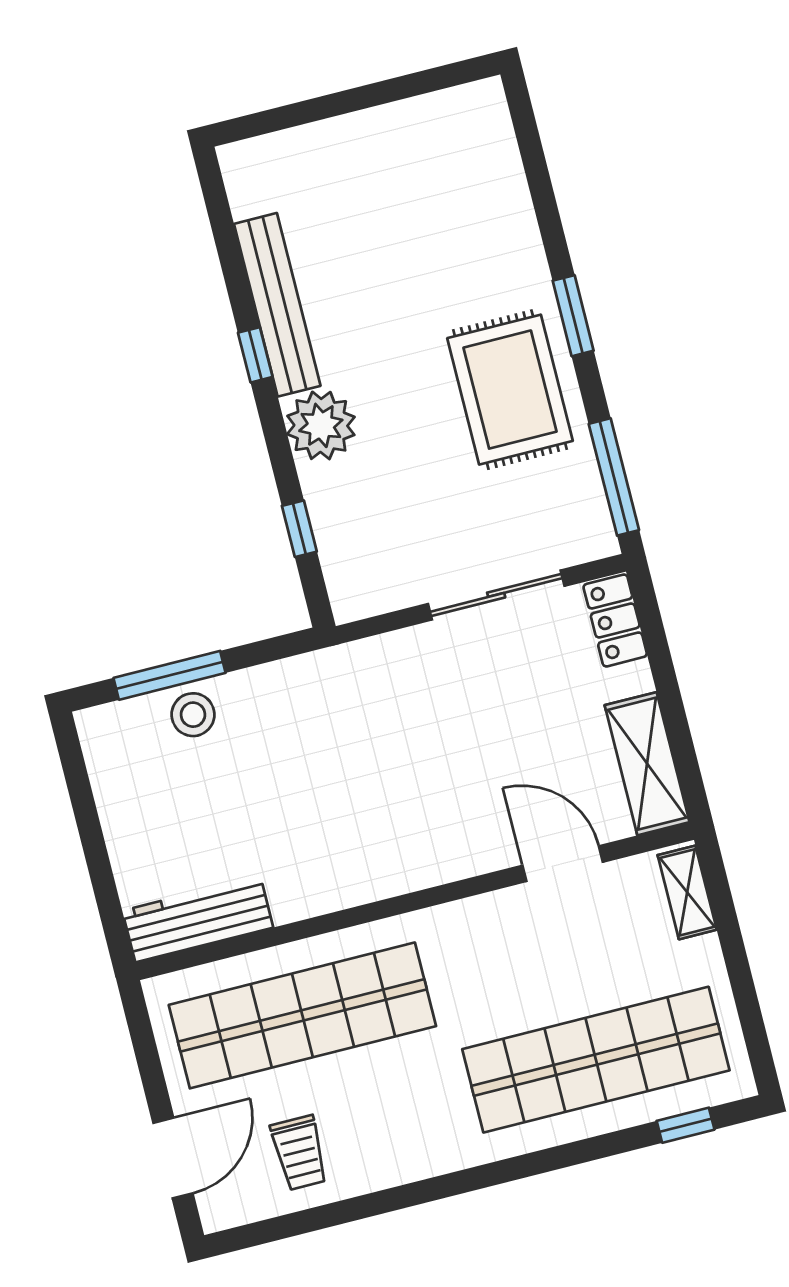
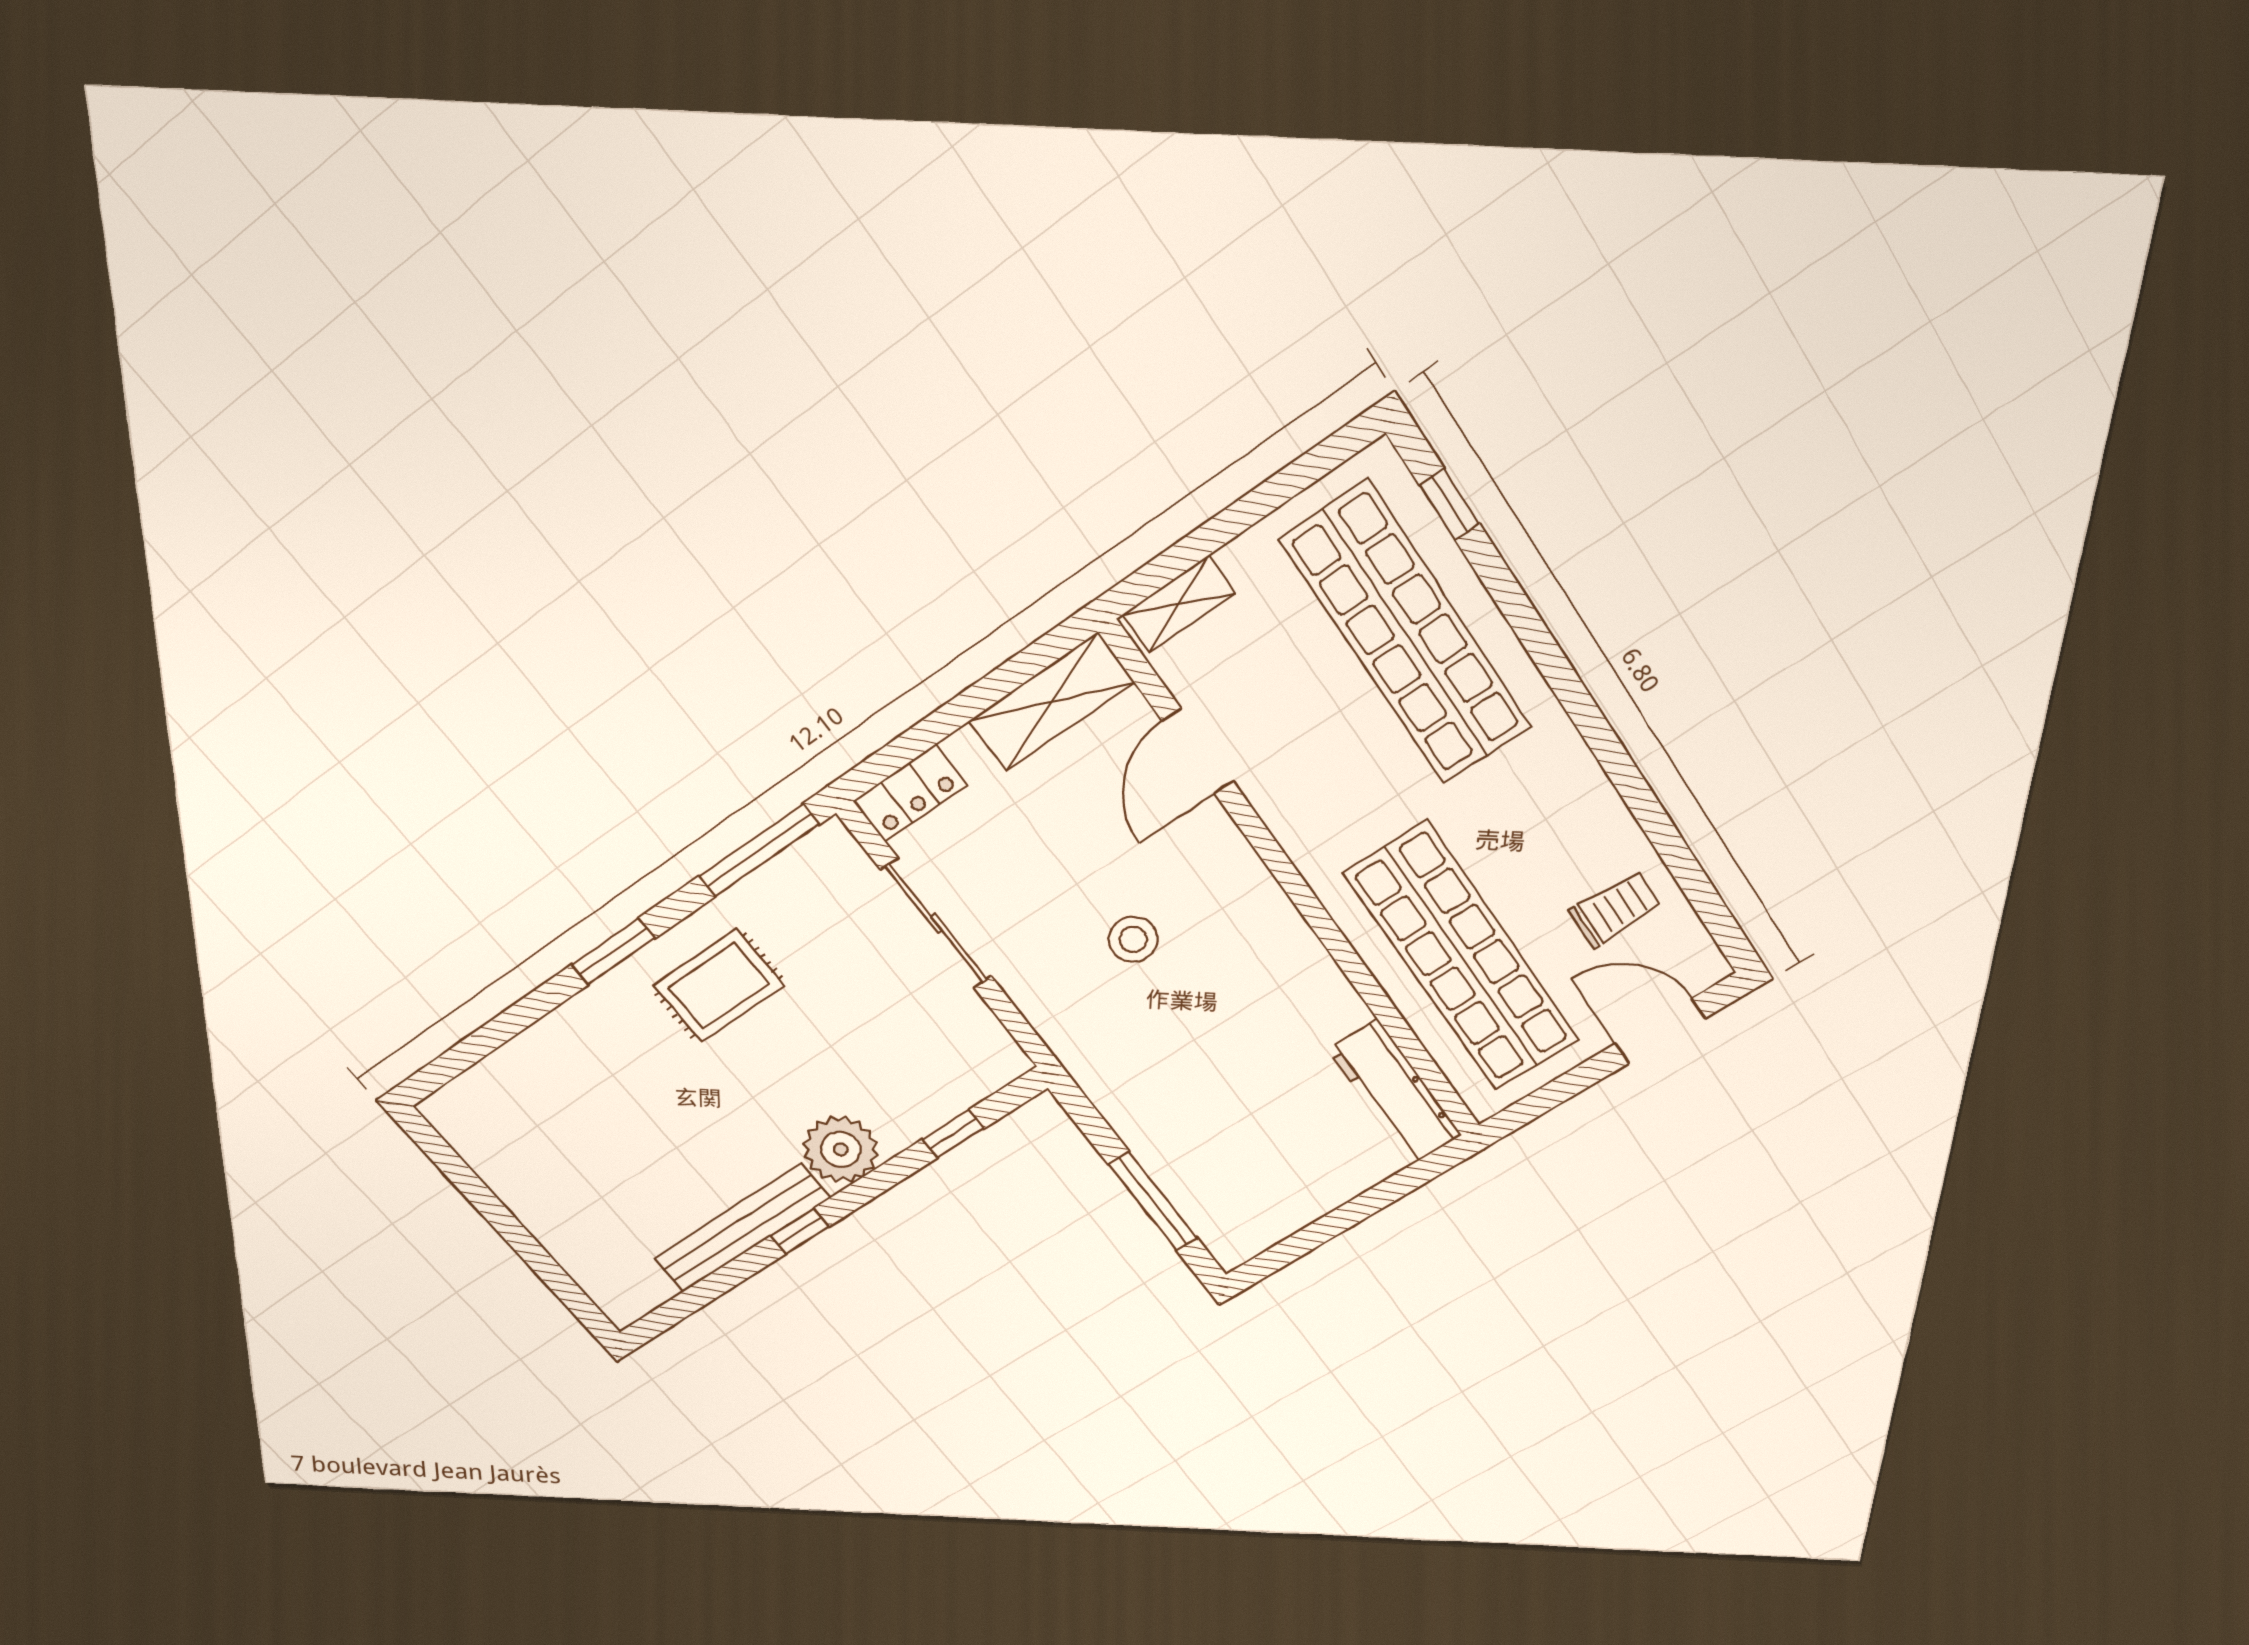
rug: (510, 390) -> (718, 986), width x0.73, depth x0.70
stool: (193, 715) -> (1133, 939), moved

